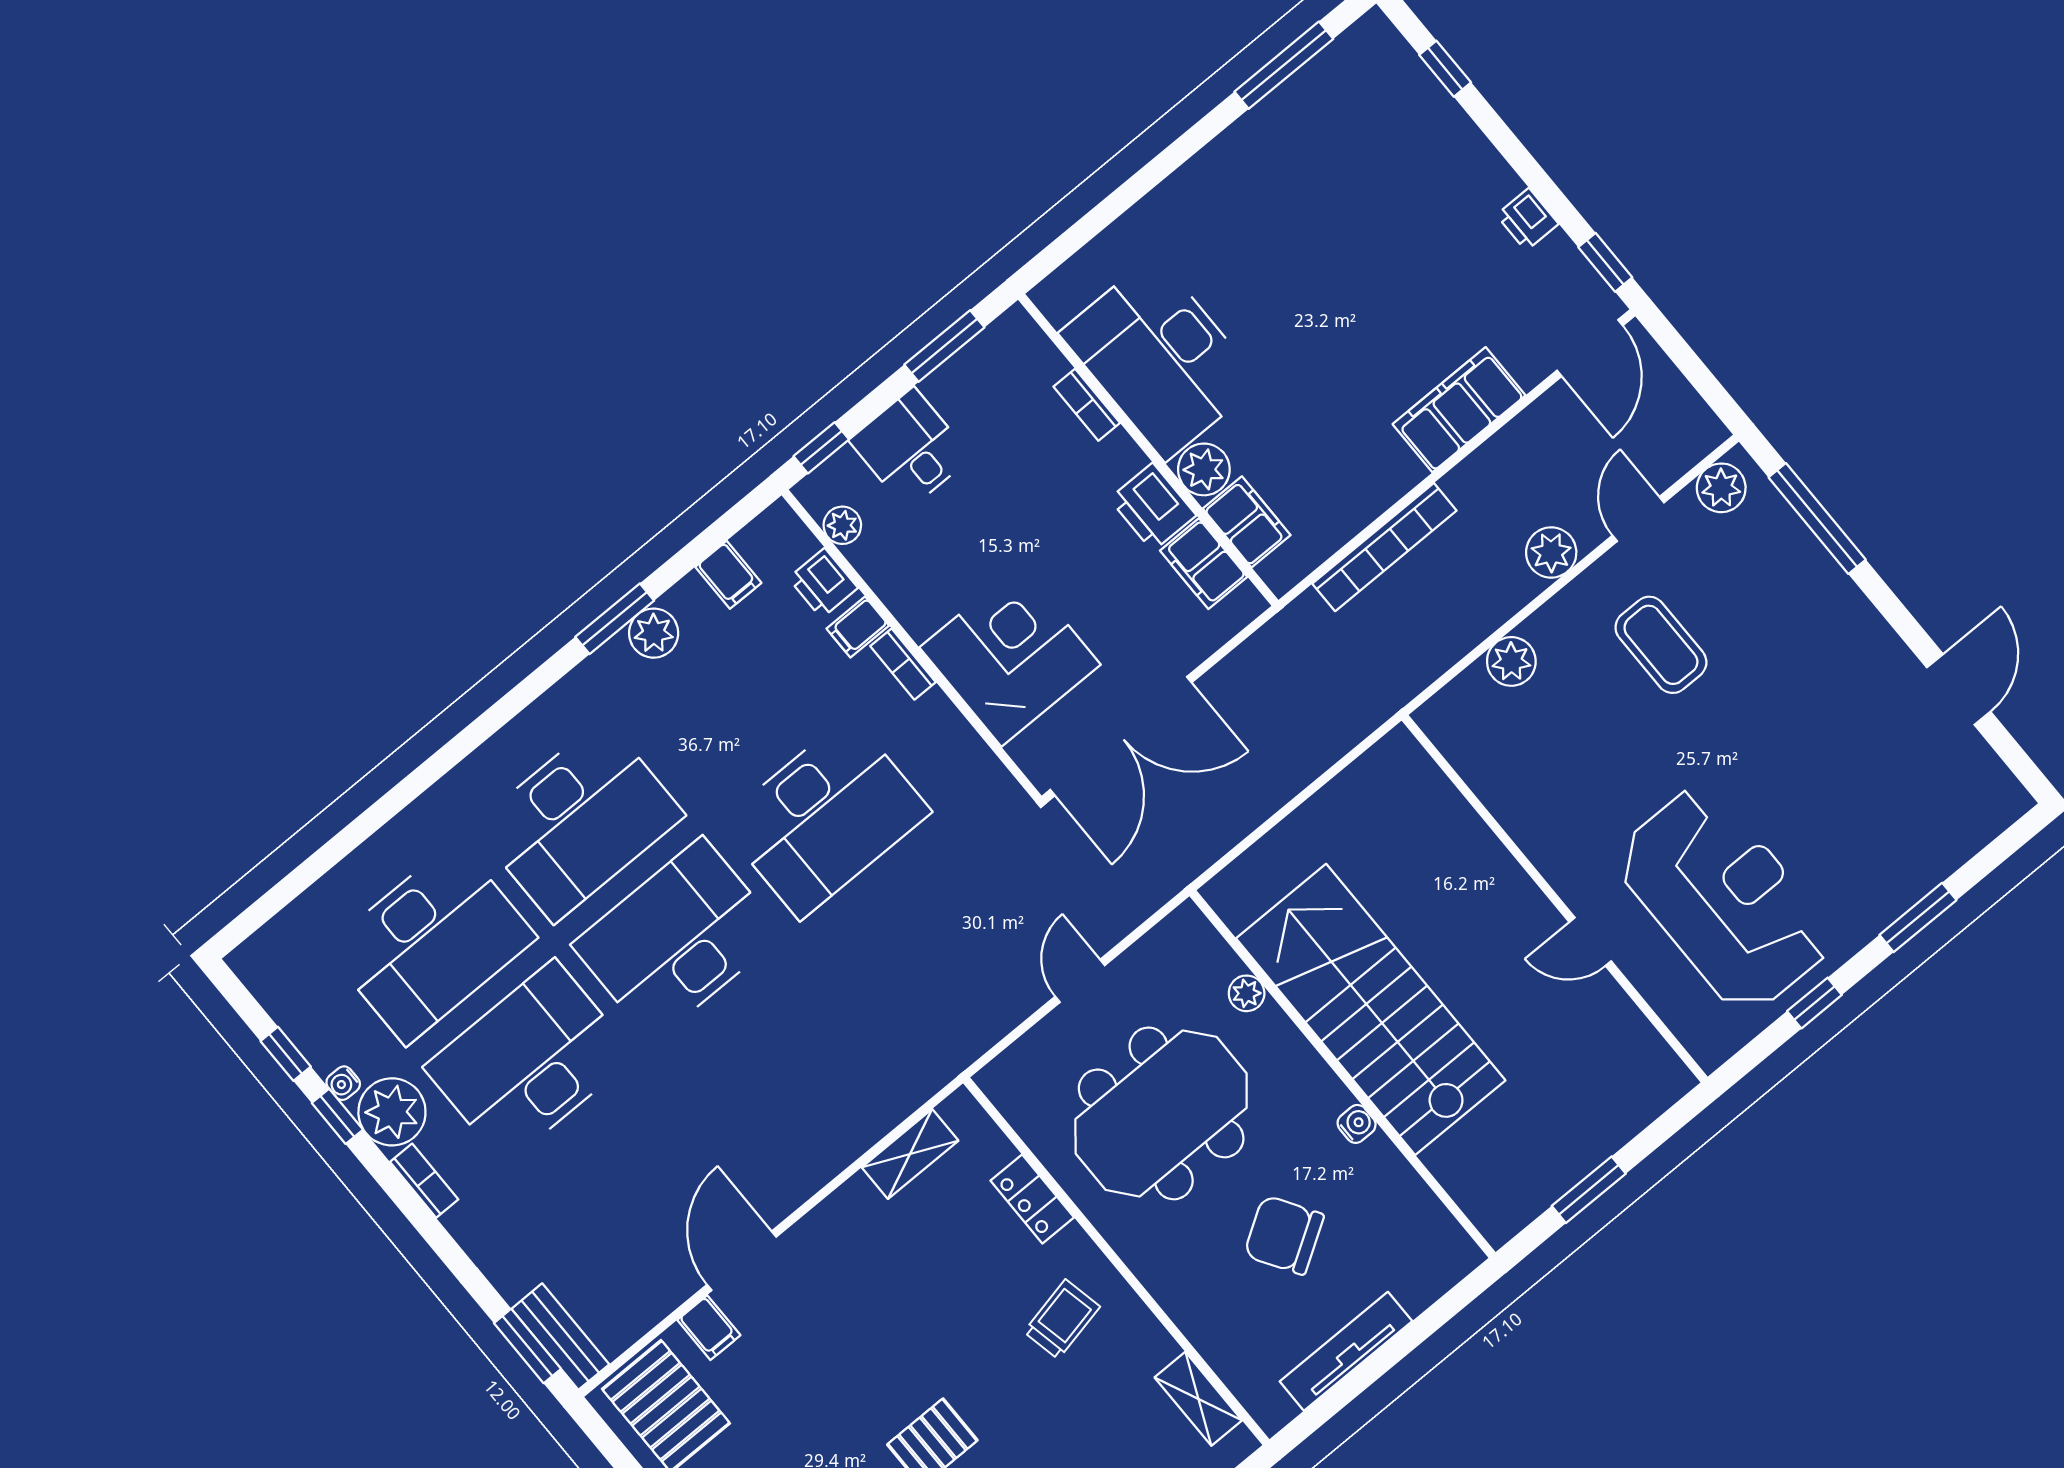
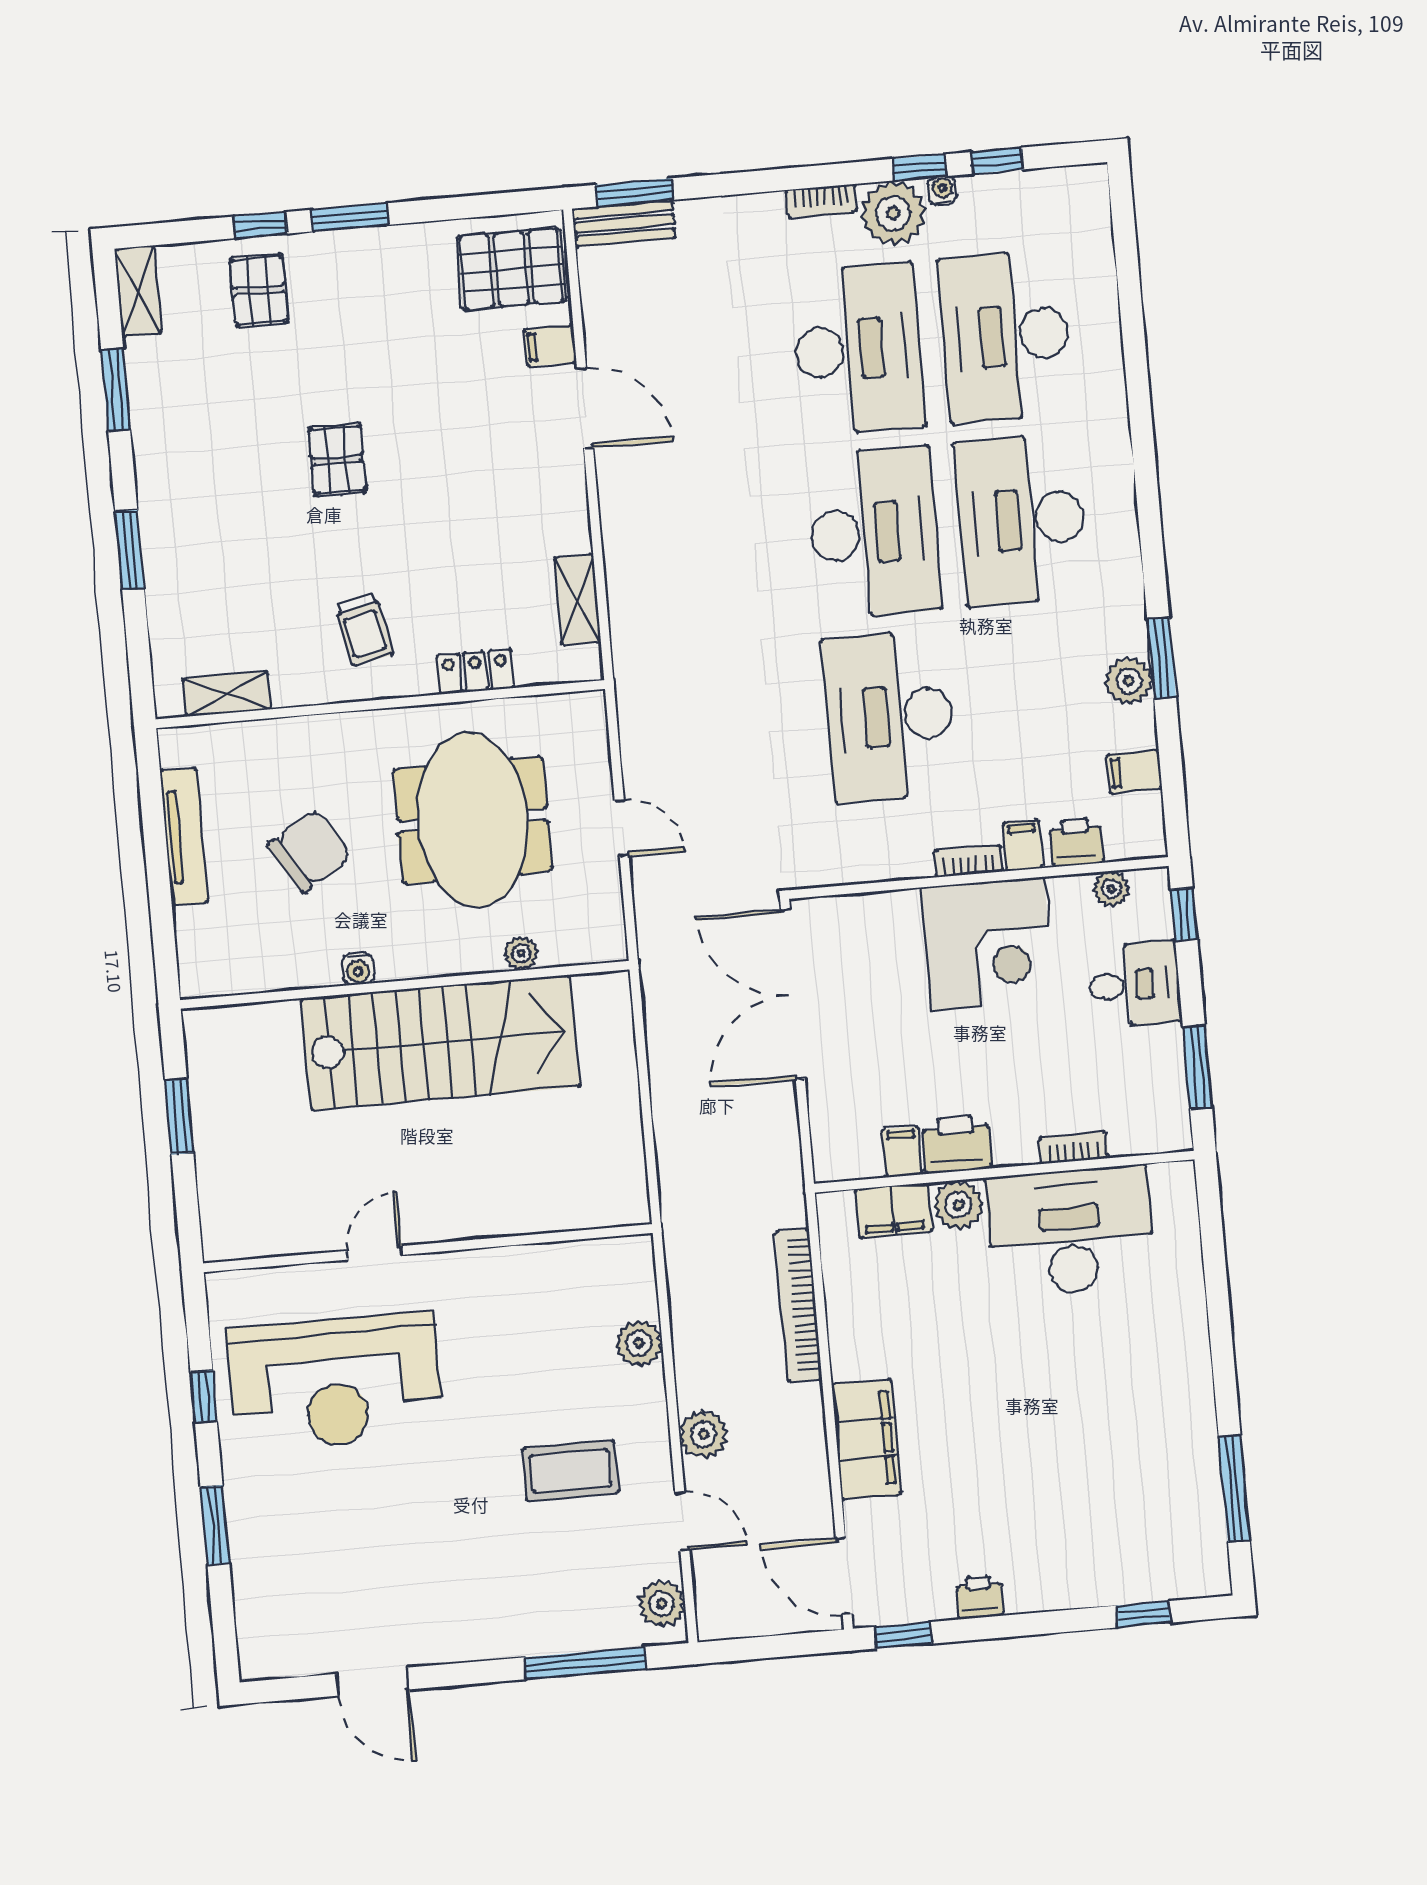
filing cabinet: (1204, 564) -> (902, 1152), width x0.50
corner desk: (1010, 656) -> (988, 944), moved

